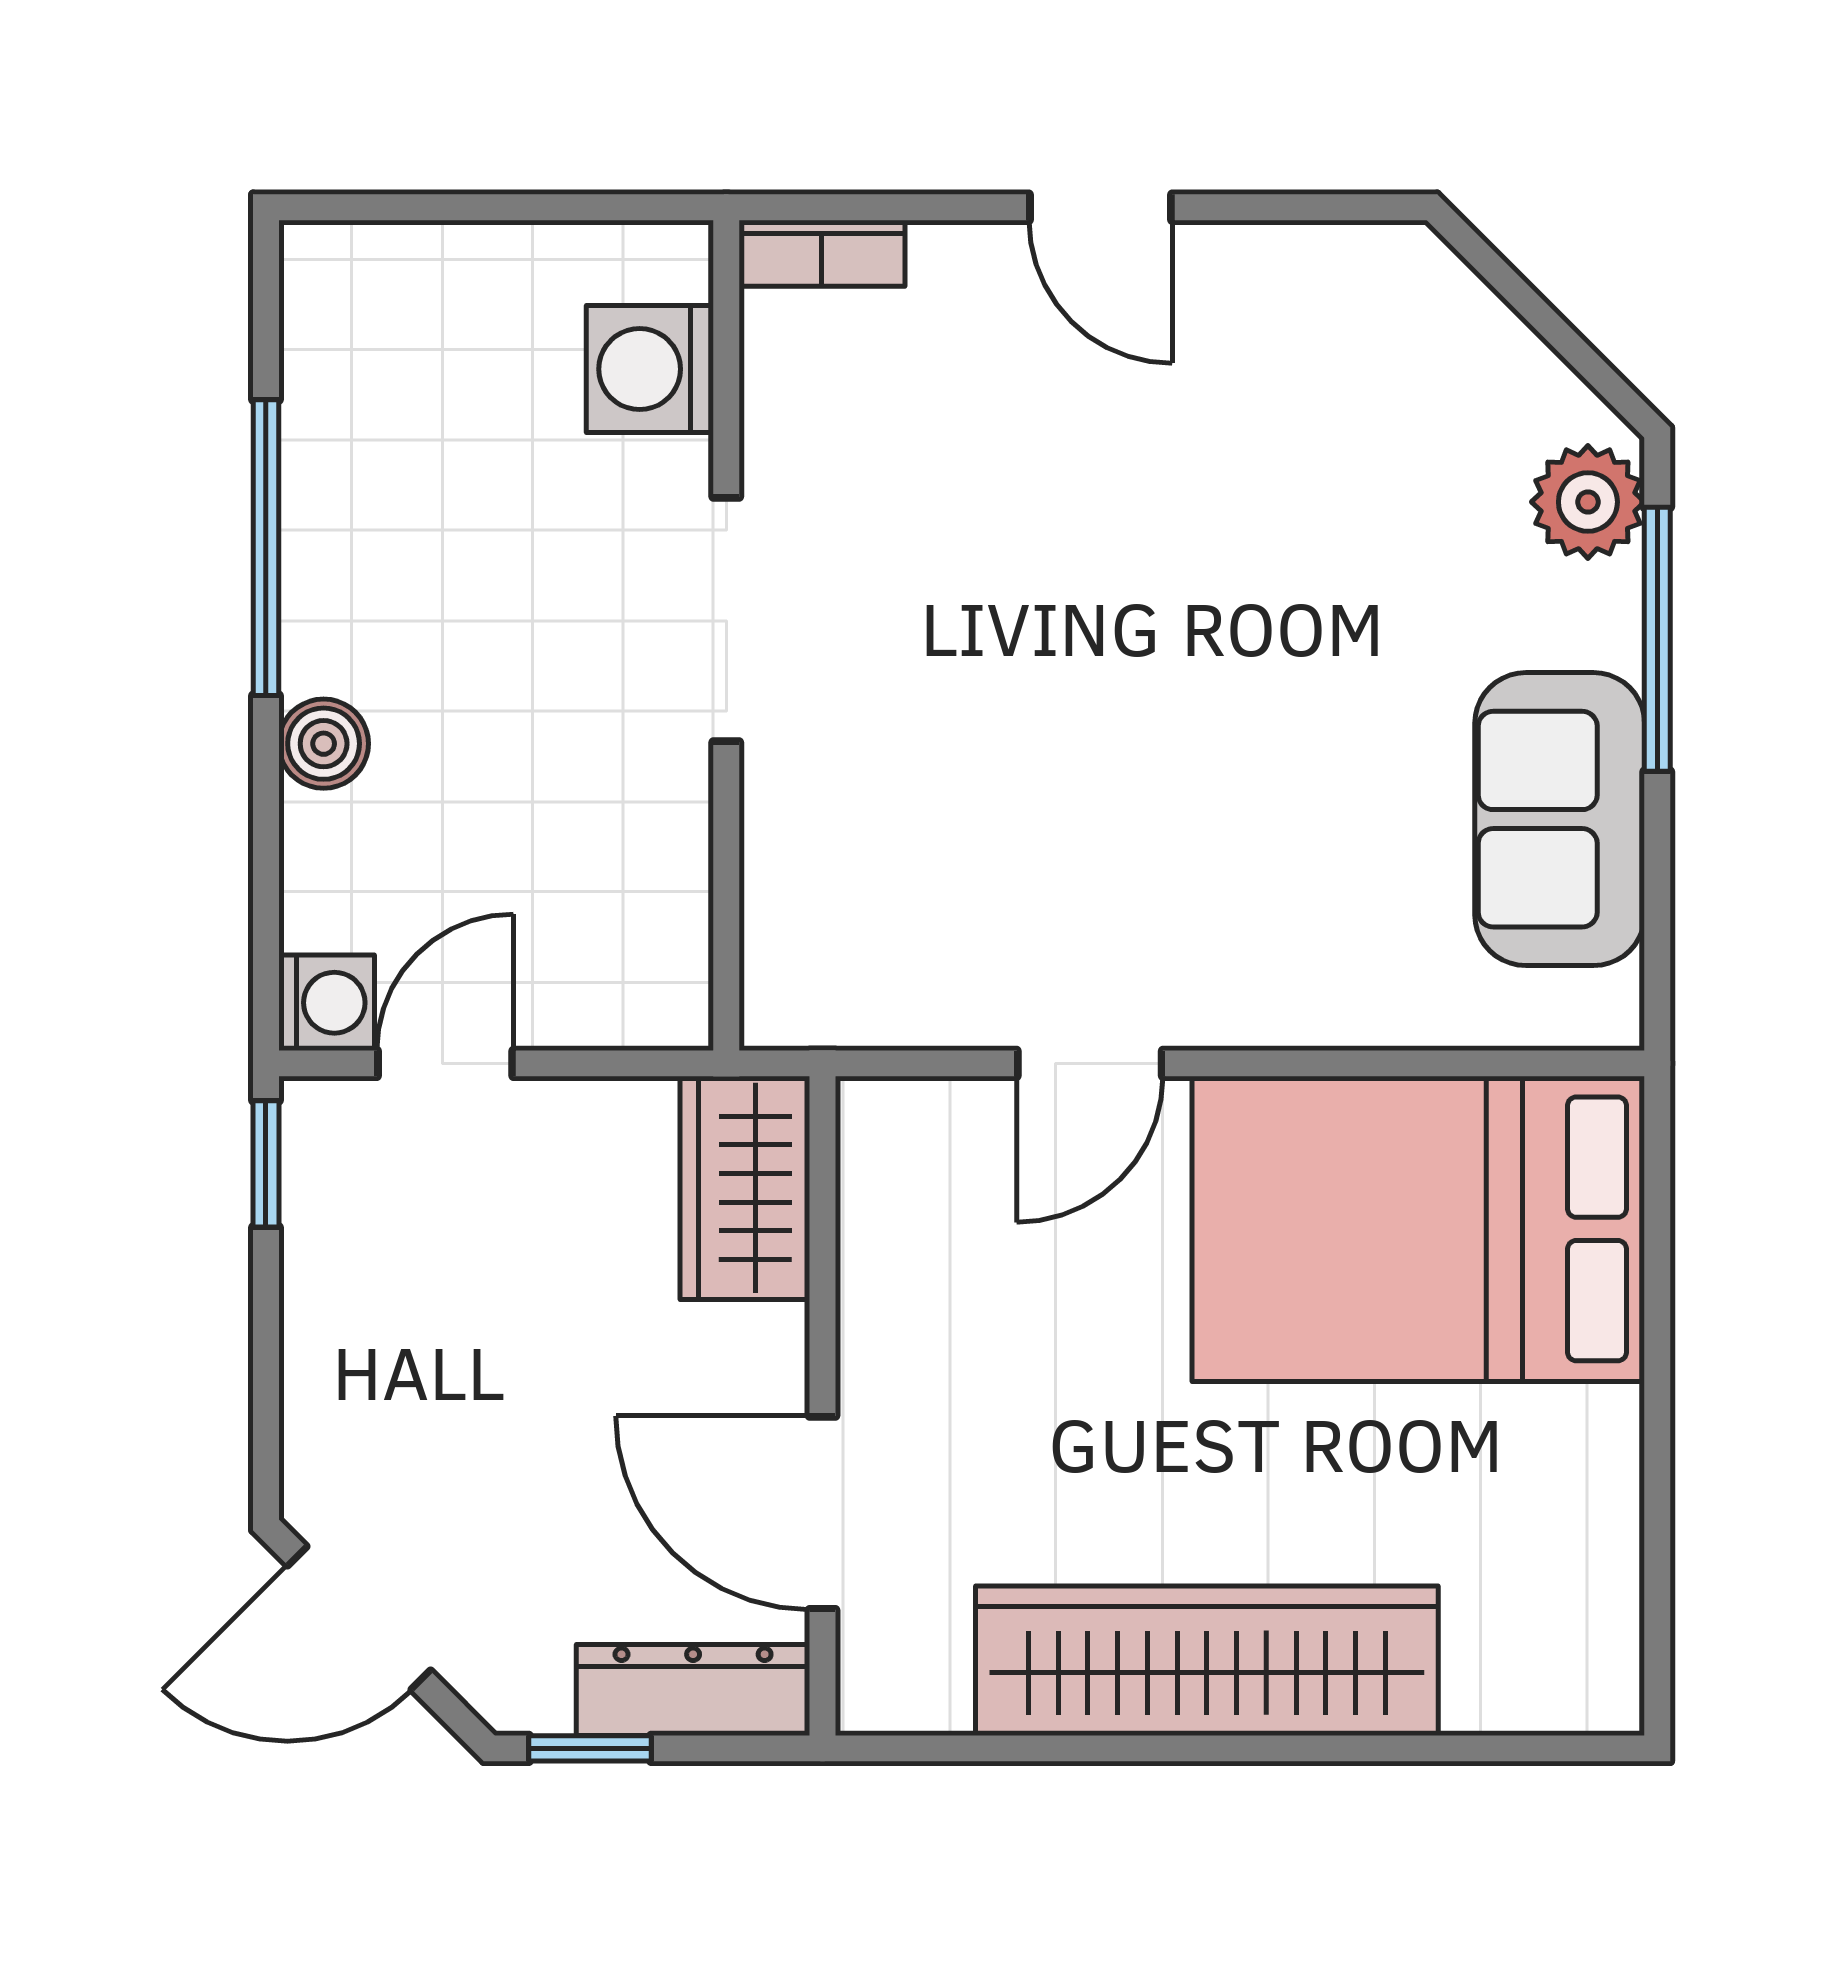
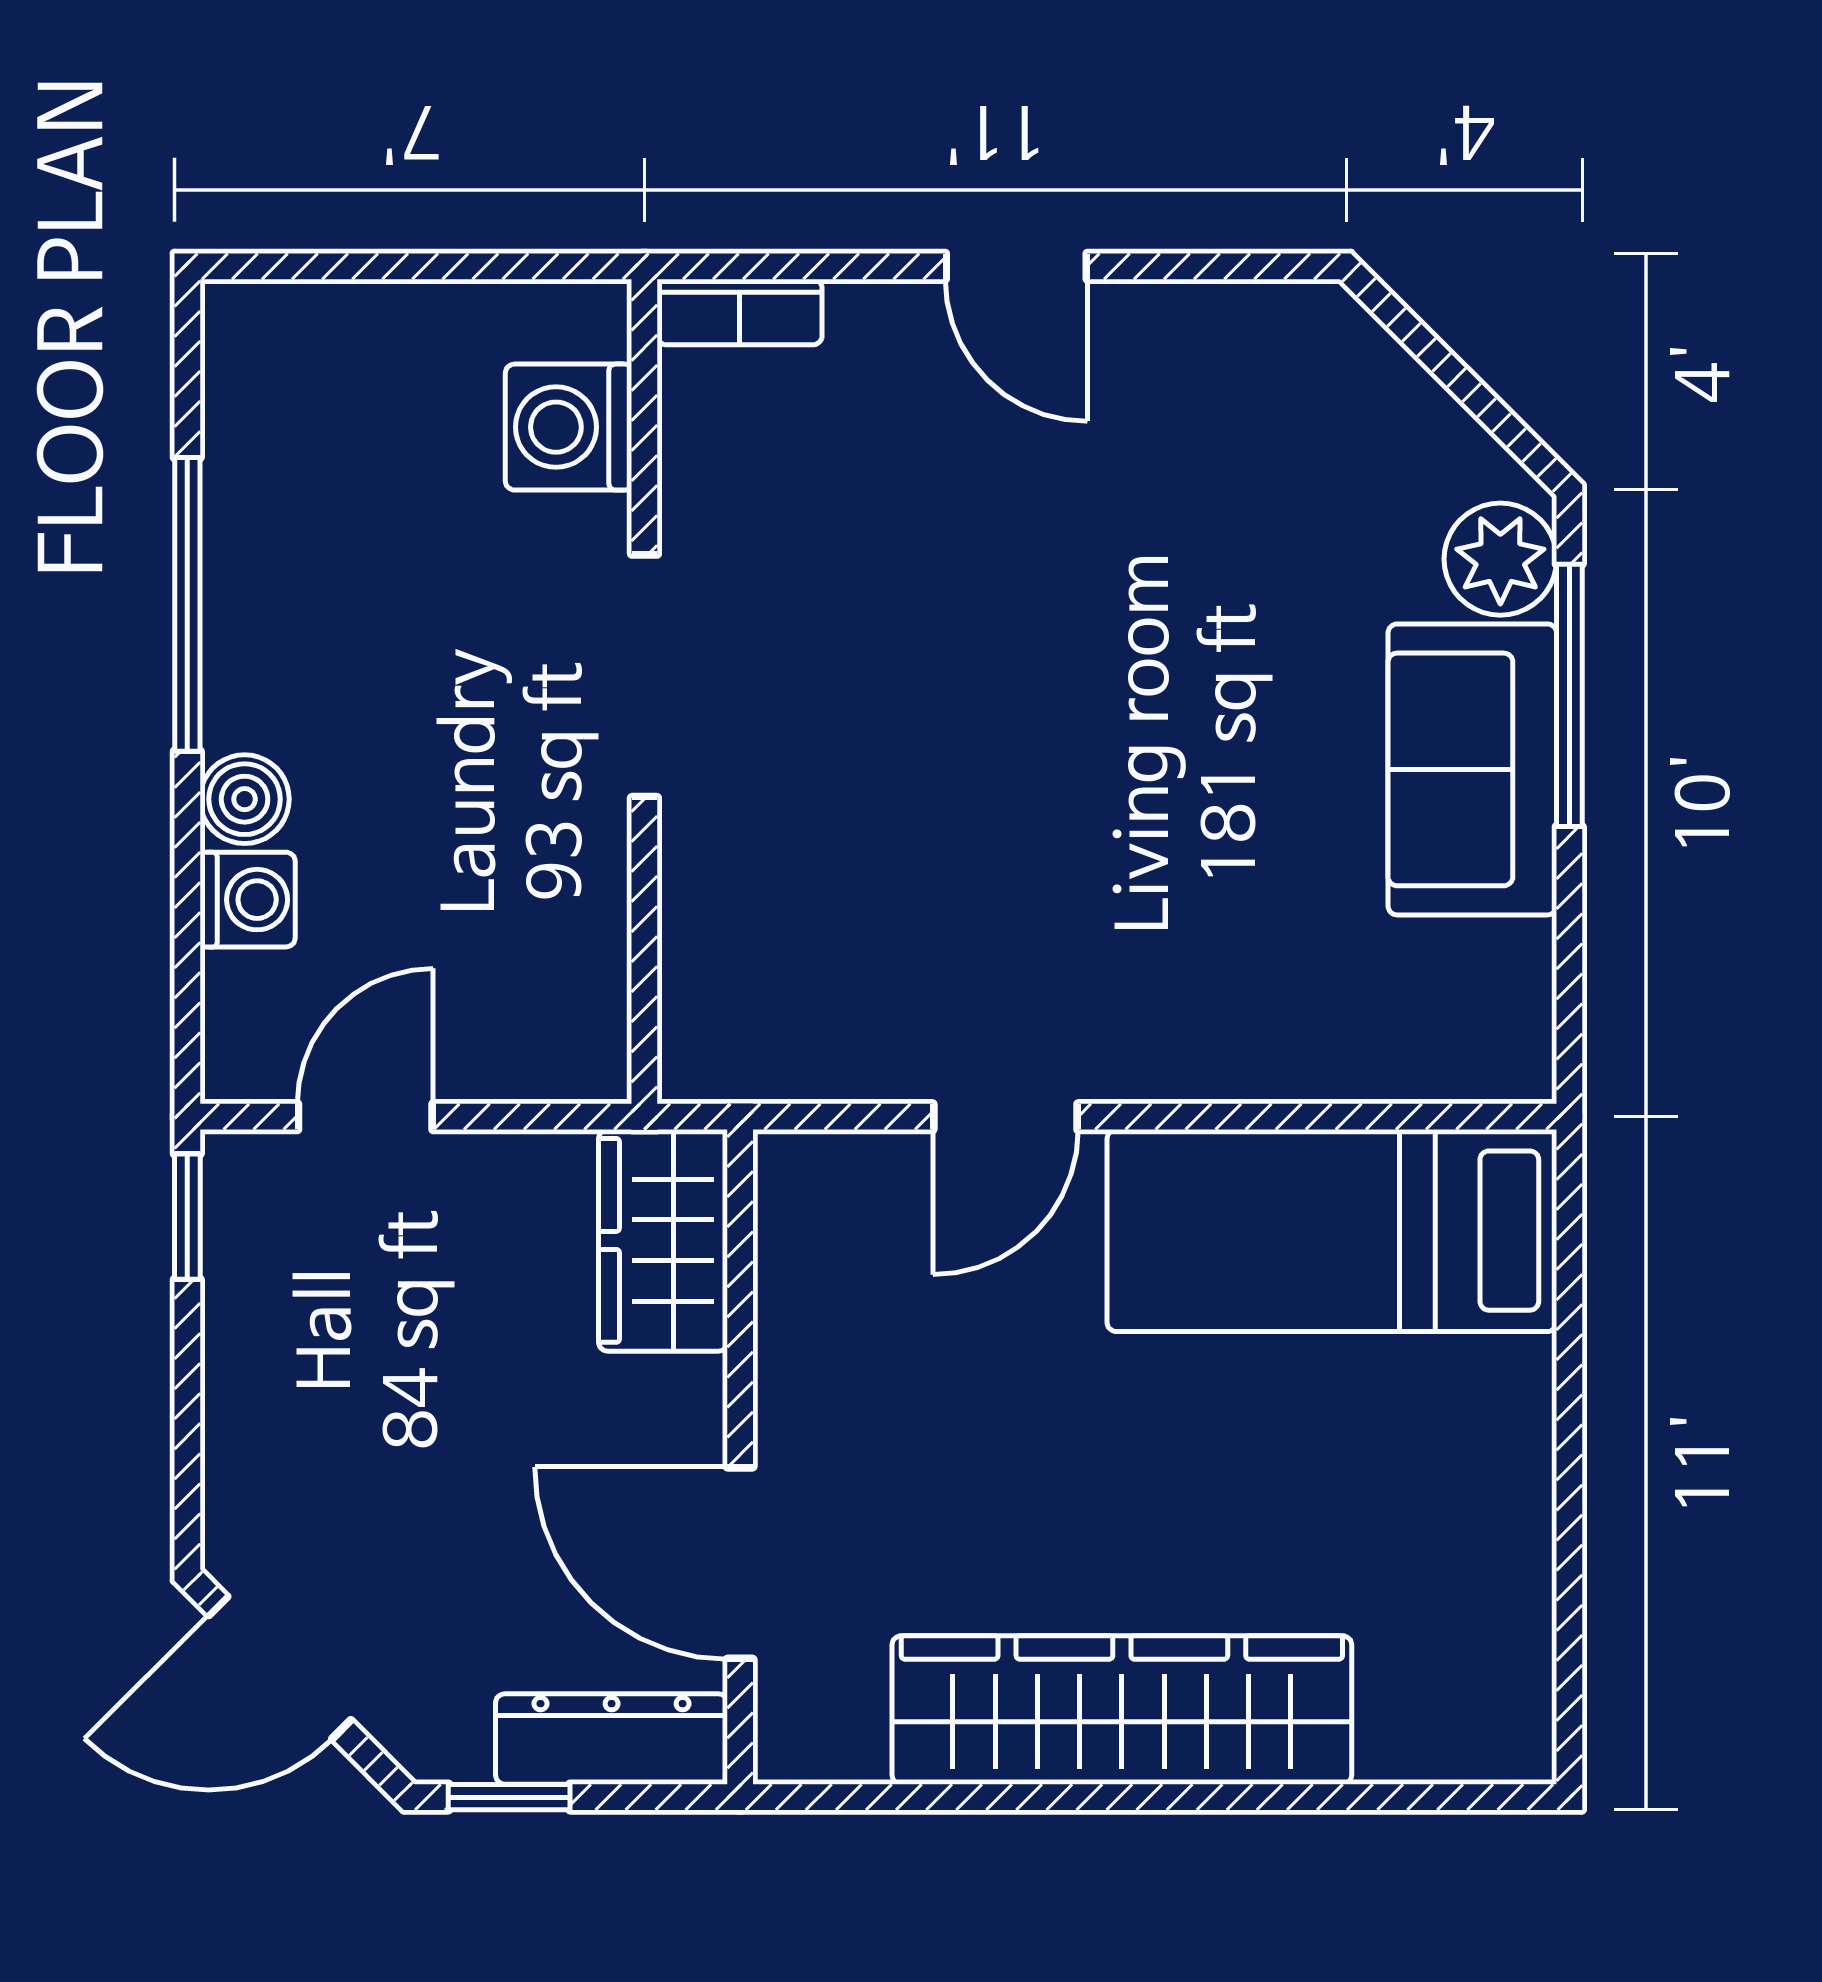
sofa: (1560, 819) -> (1472, 769), moved
washing machine: (327, 1003) -> (248, 900), moved
bed: (1418, 1229) -> (1332, 1231), width x0.67

